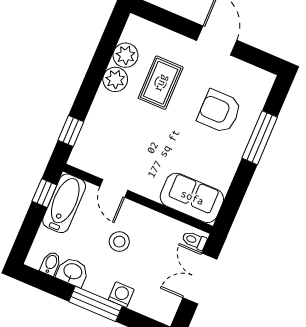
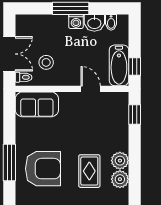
armchair: (219, 111) -> (43, 169), width x1.36, depth x1.36
stool: (119, 242) -> (46, 62), moved
washing machine: (121, 295) -> (76, 21), moved

